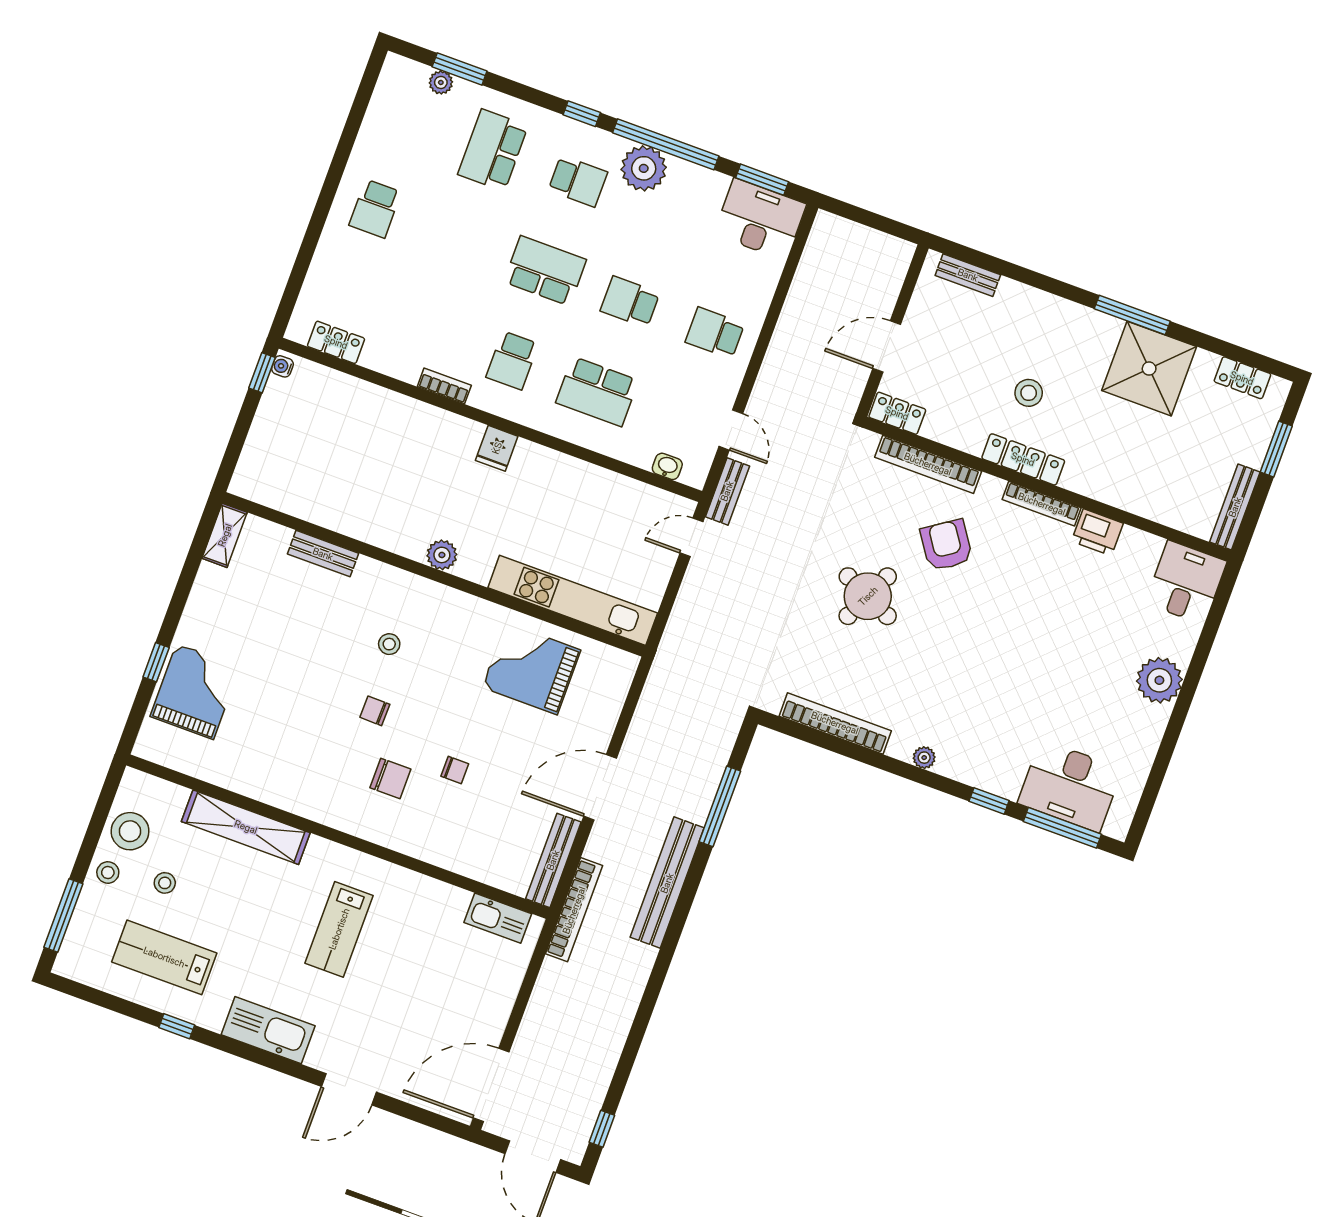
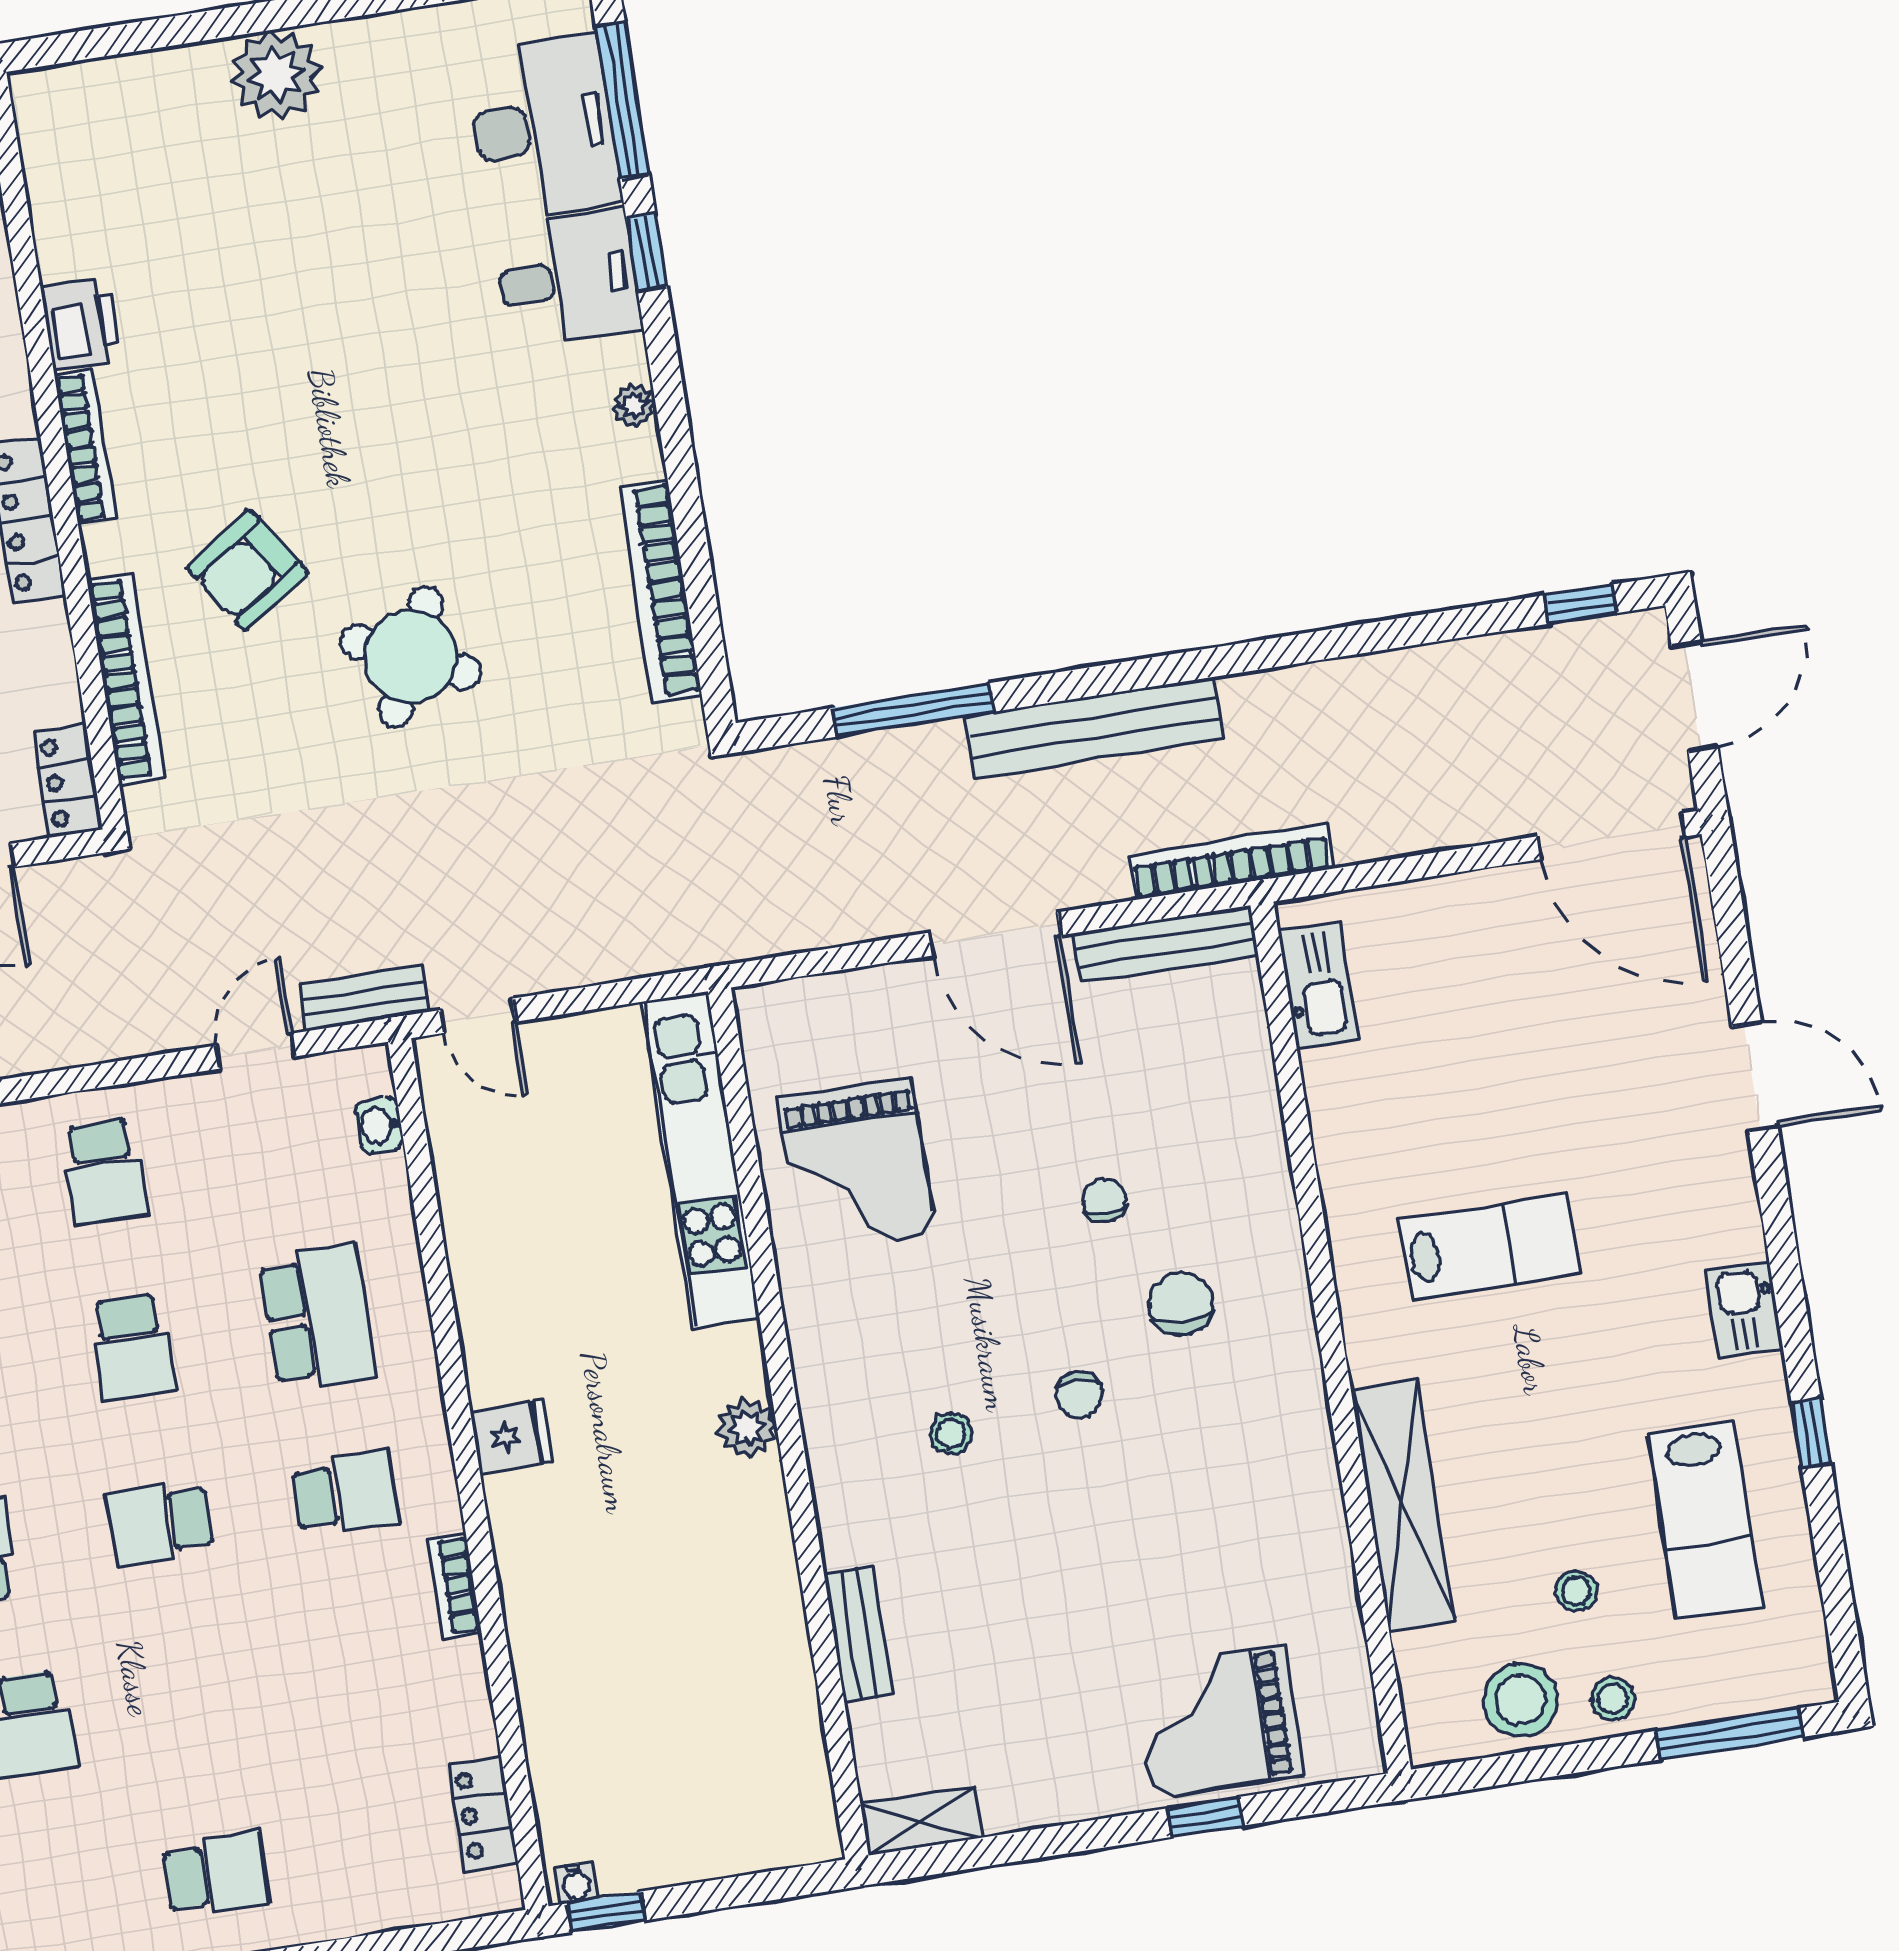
school desk: (545, 271) -> (160, 1523), width x0.54
desk: (1186, 582) -> (568, 279), moved, turned 180
kitchen sink: (268, 1030) -> (1744, 1310), width x0.53, depth x0.81

